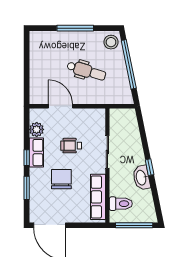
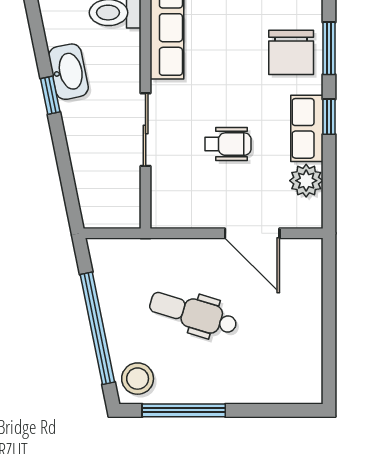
window: (75, 28) -> (184, 410), moved
chair: (61, 179) -> (291, 52), moved

